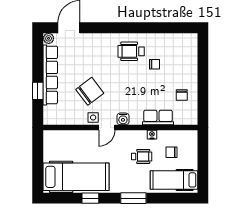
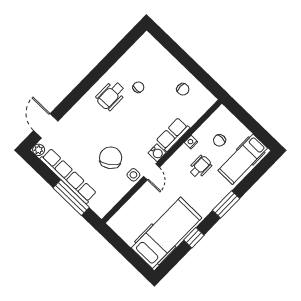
window: (38, 91) -> (71, 198), width x2.17
row of seats: (158, 118) -> (173, 134), moved

